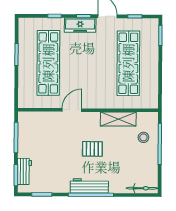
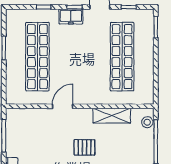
freezer: (80, 25) -> (71, 16), width x0.71
stool: (143, 137) -> (147, 122), moved

